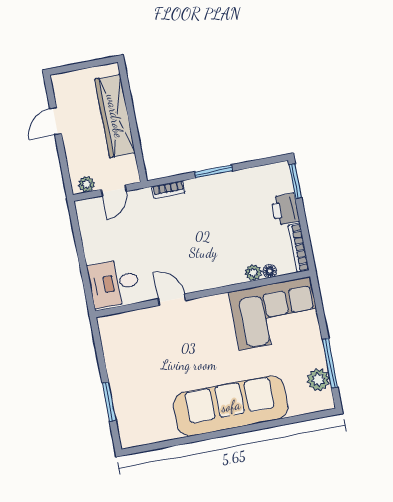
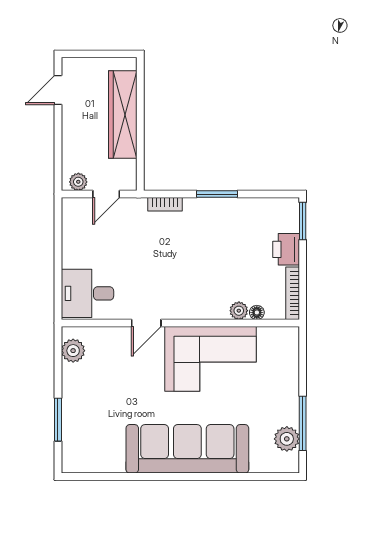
door: (56, 121) -> (58, 90), moved
door: (172, 300) -> (146, 323), swing flipped
corner sofa: (275, 313) -> (210, 359), moved
plant: (111, 337) -> (73, 351), added

